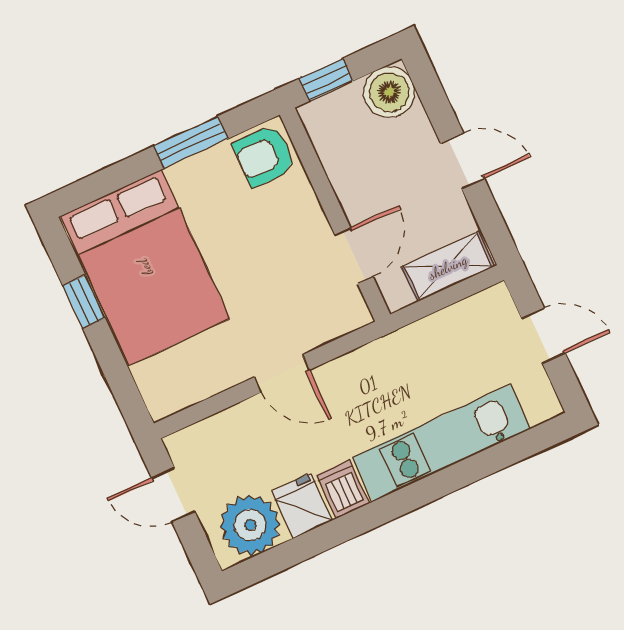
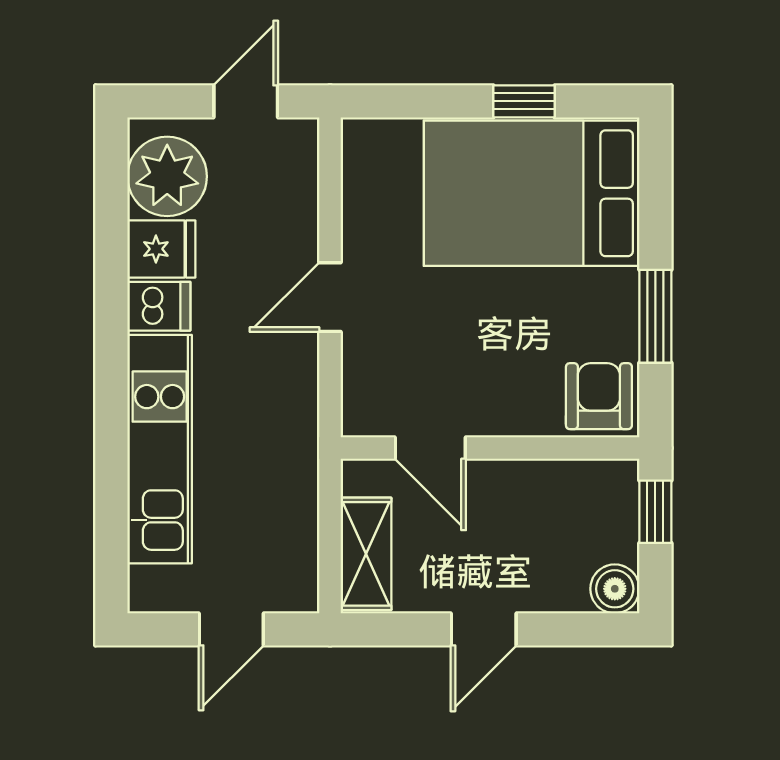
boiler: (389, 92) -> (615, 589), width x0.73, depth x0.73

